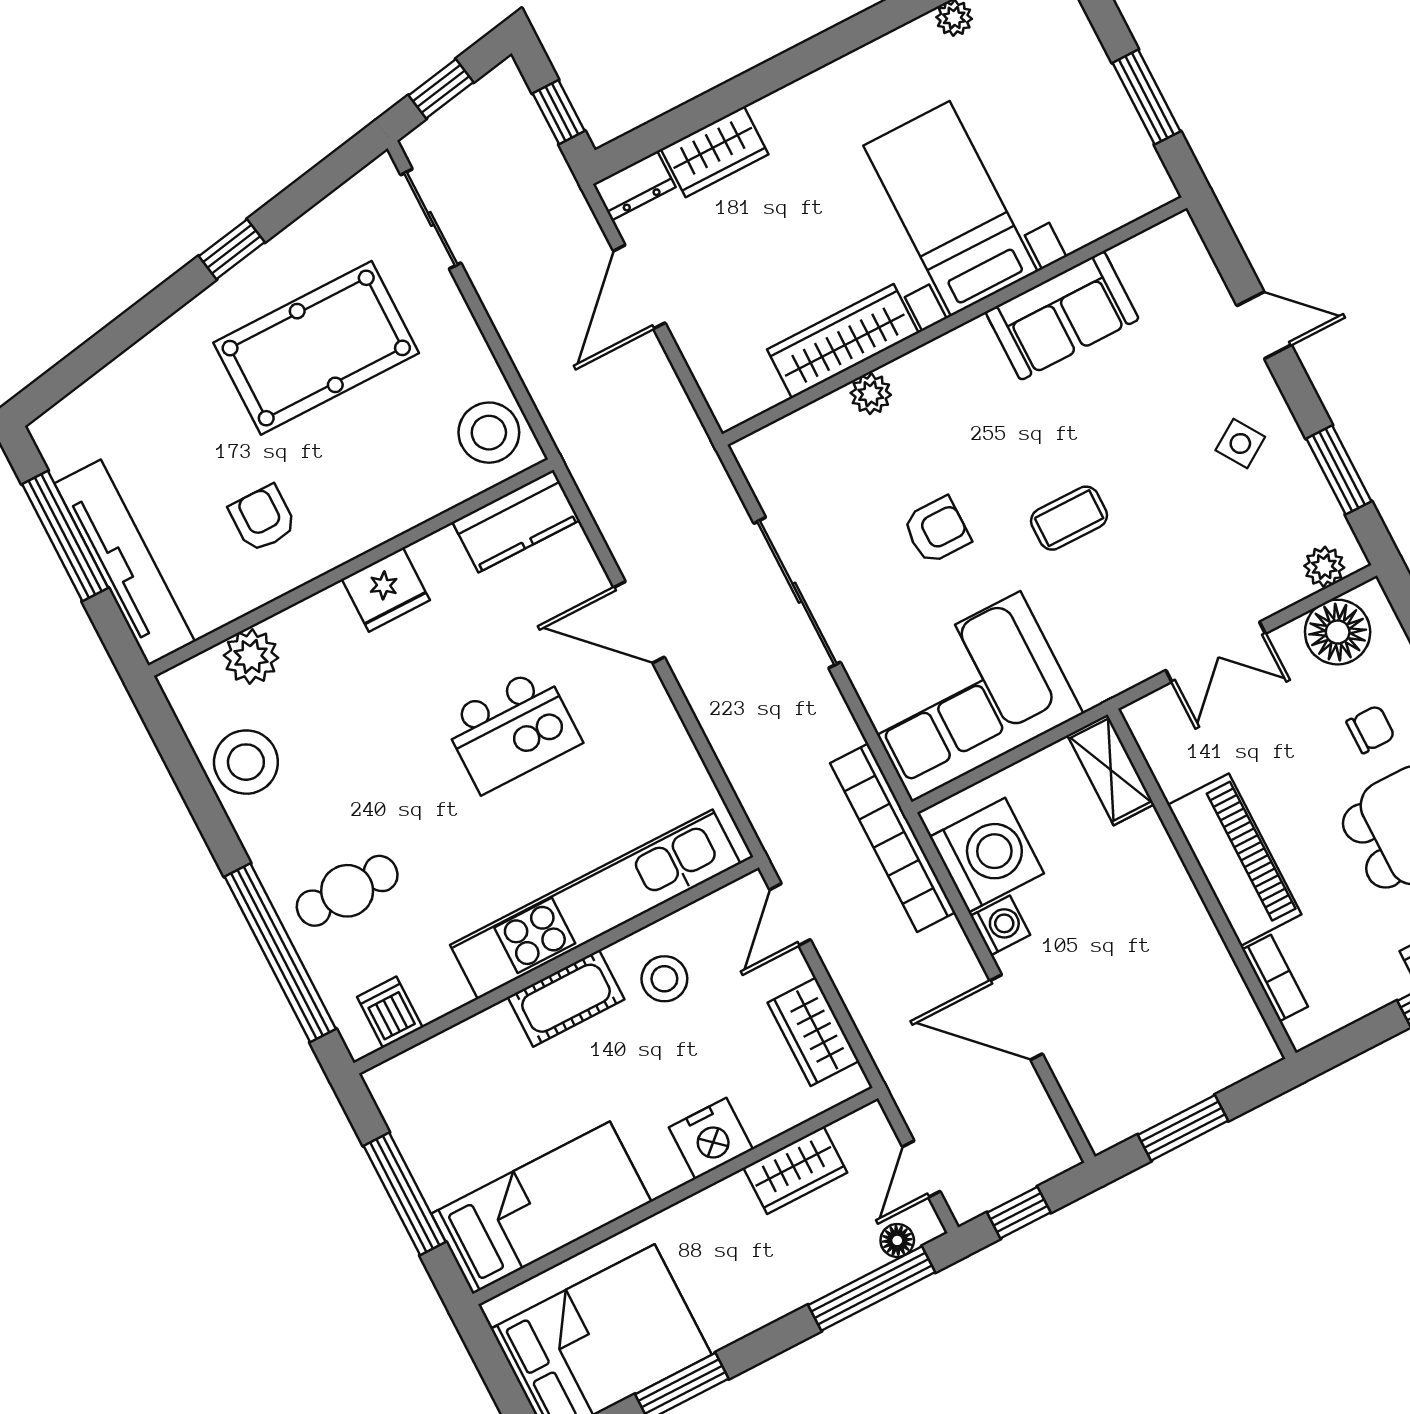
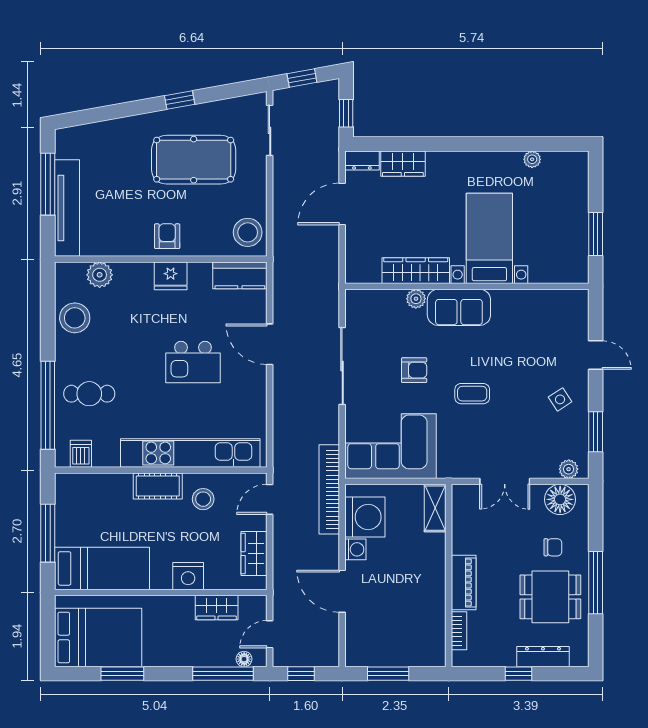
sofa: (1062, 316) -> (459, 307), moved
armchair: (263, 518) -> (167, 236), moved
piano: (1235, 860) -> (464, 583), width x0.73, depth x0.75

